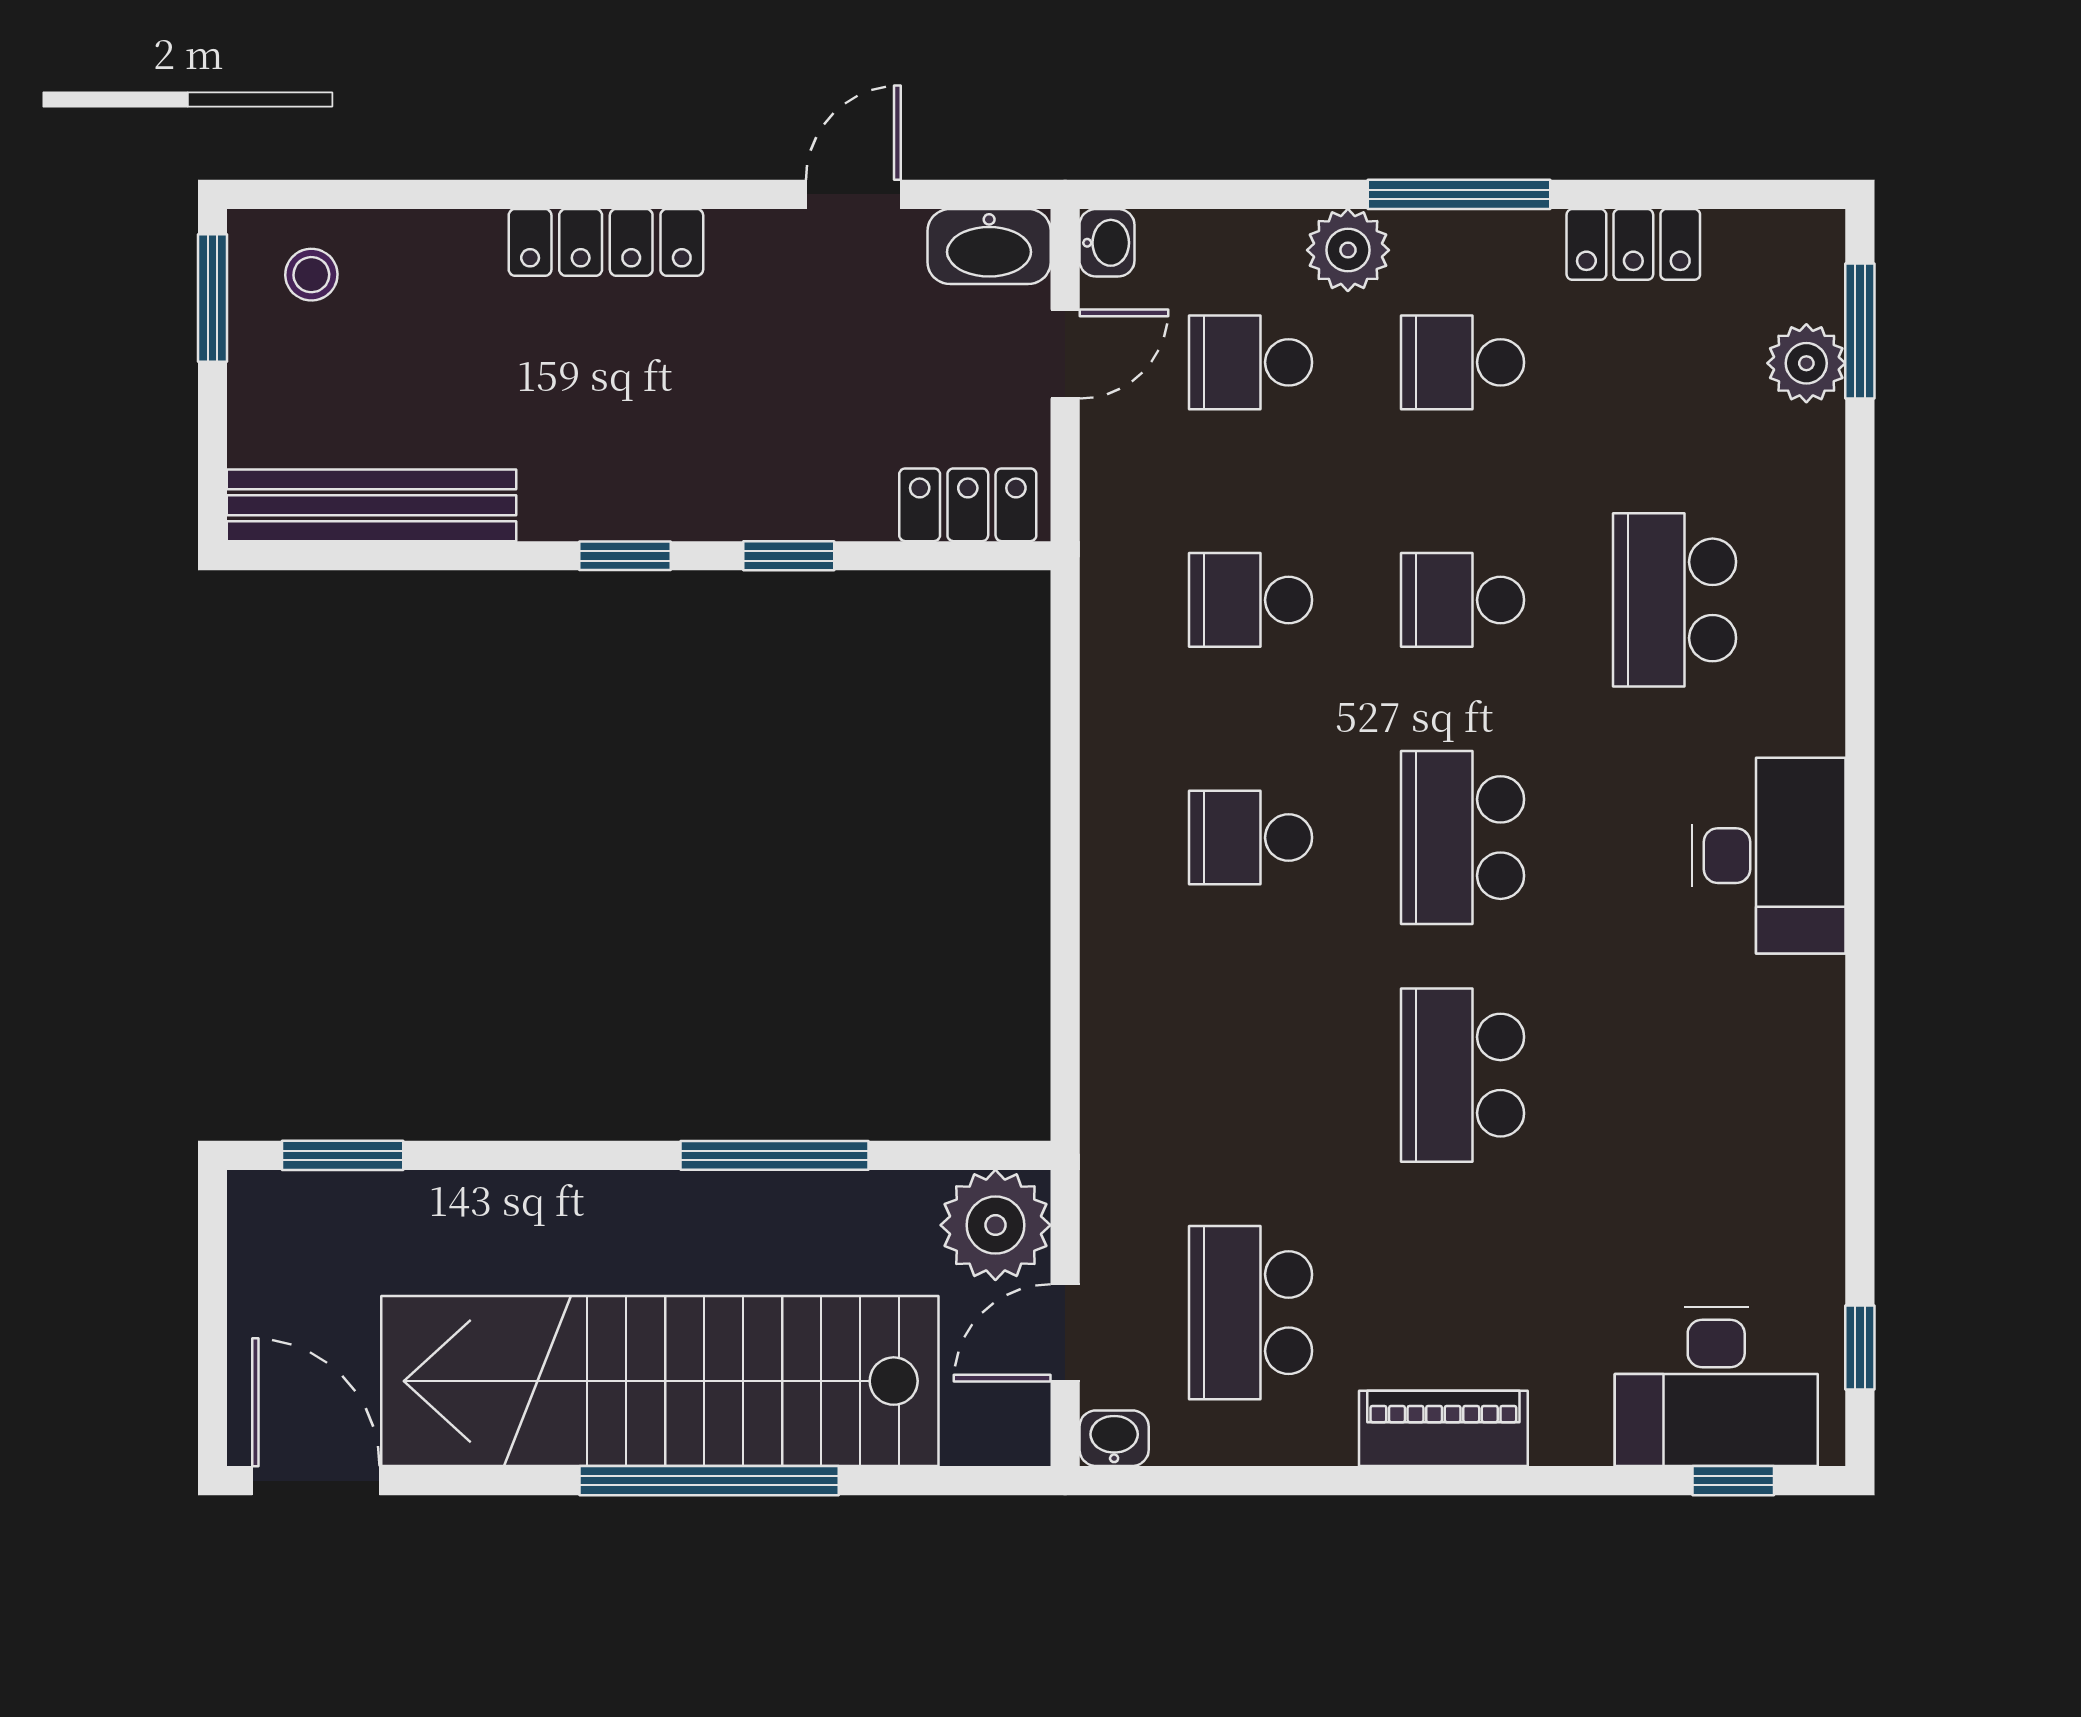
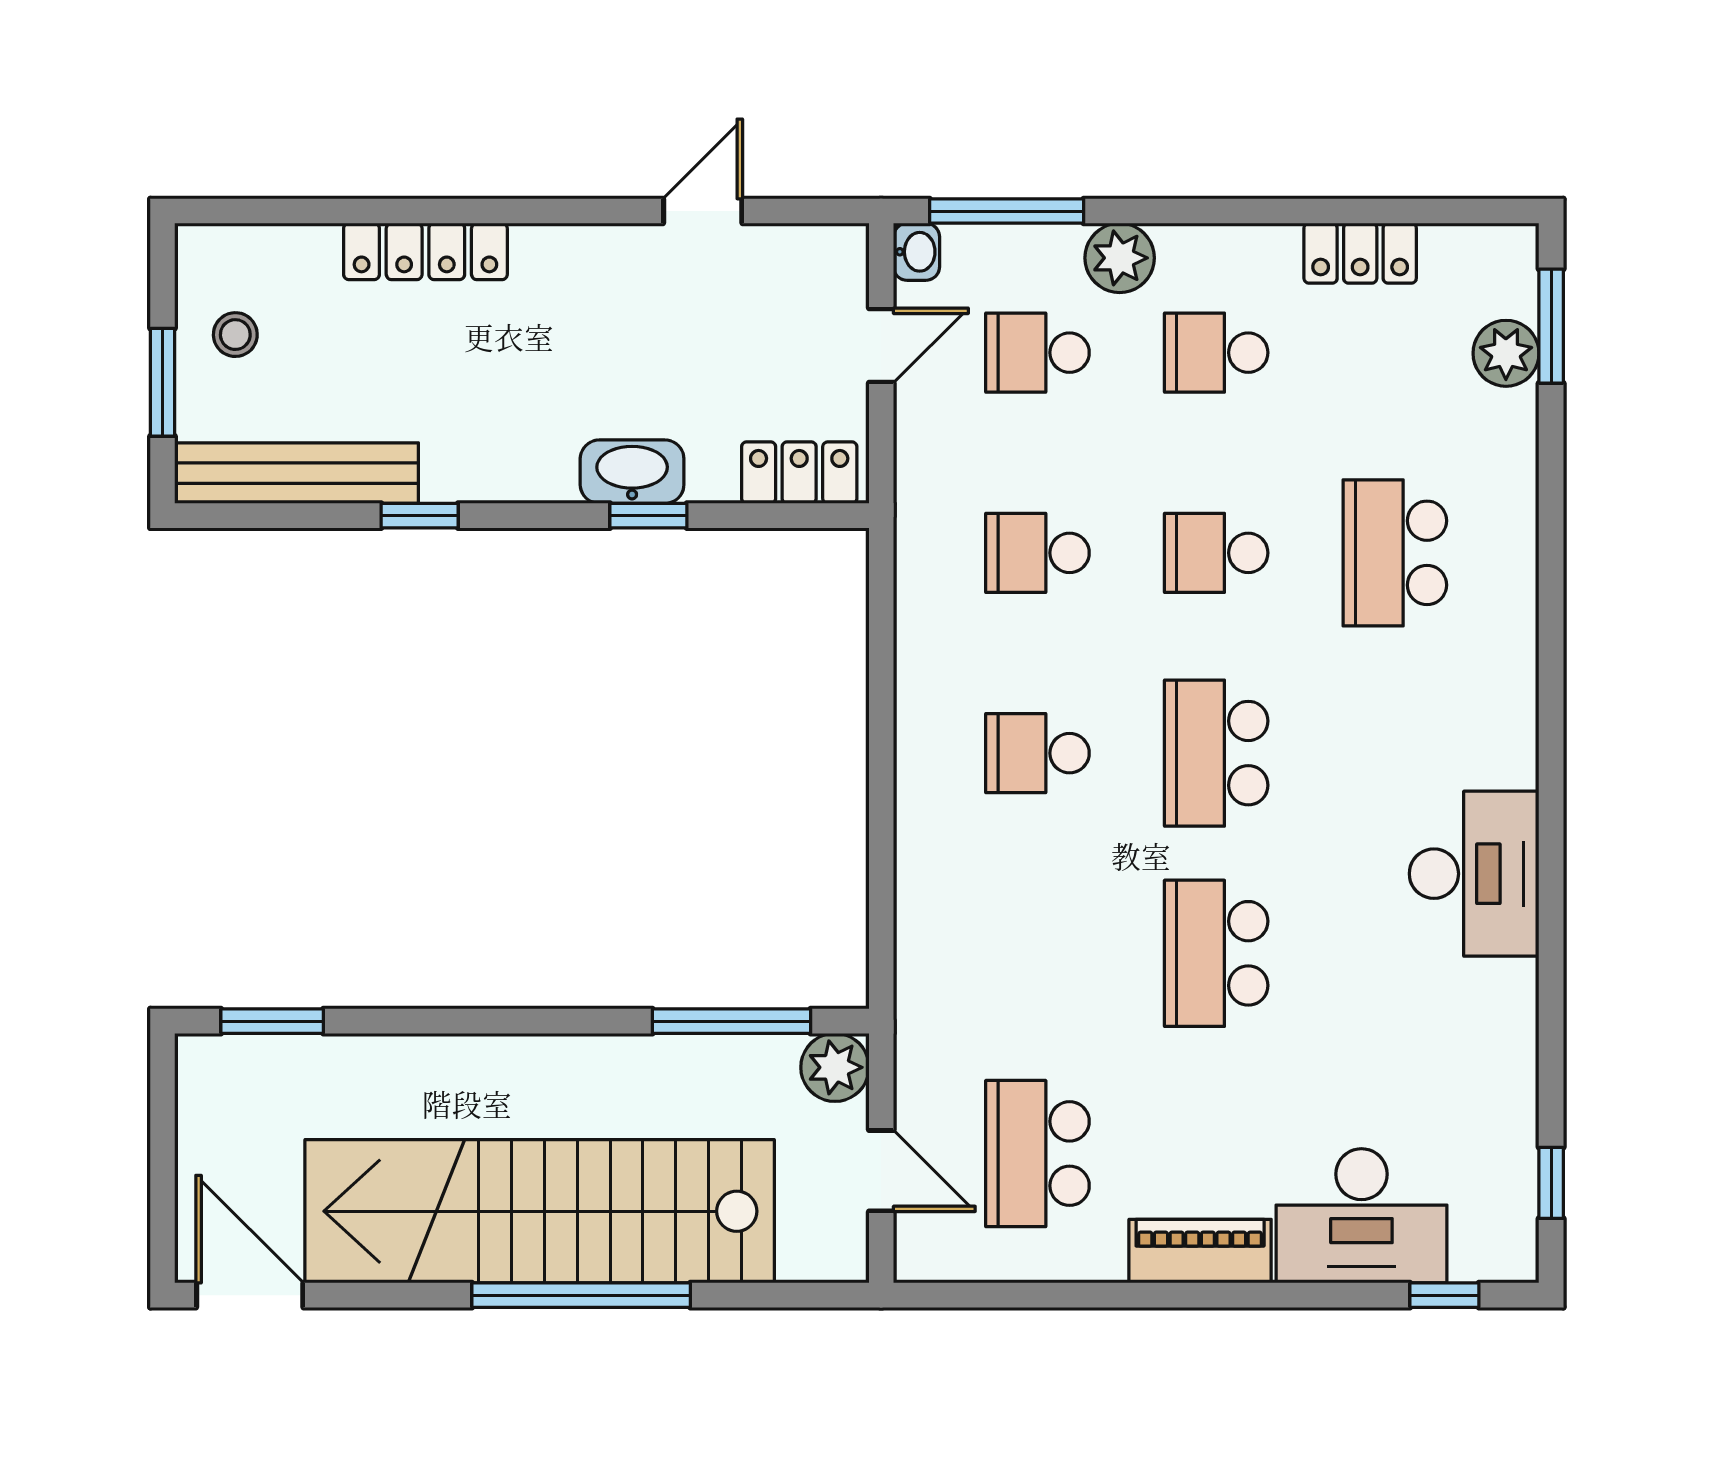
window: (1459, 194) -> (1007, 211), moved
locker: (606, 242) -> (425, 251), moved
washbasin: (989, 247) -> (632, 472), moved, turned 180
stool: (311, 275) -> (235, 335), moved
window: (212, 298) -> (163, 382), moved
window: (625, 556) -> (420, 516), moved
desk: (1769, 856) -> (1474, 874), moved
window: (774, 1155) -> (732, 1021), moved
plant: (995, 1225) -> (835, 1067), width x0.73, depth x0.73
door: (1065, 1333) -> (881, 1171), swing flipped
desk: (1716, 1386) -> (1361, 1216), moved
washbasin: (1114, 1438) -> (923, 1259), removed

